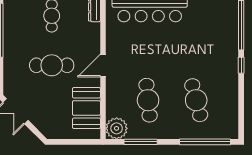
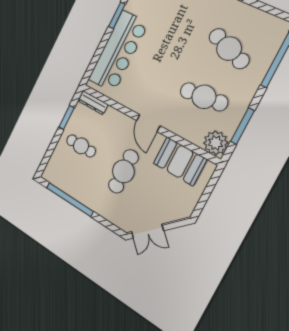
cafe table: (196, 100) -> (229, 49), turned 36

